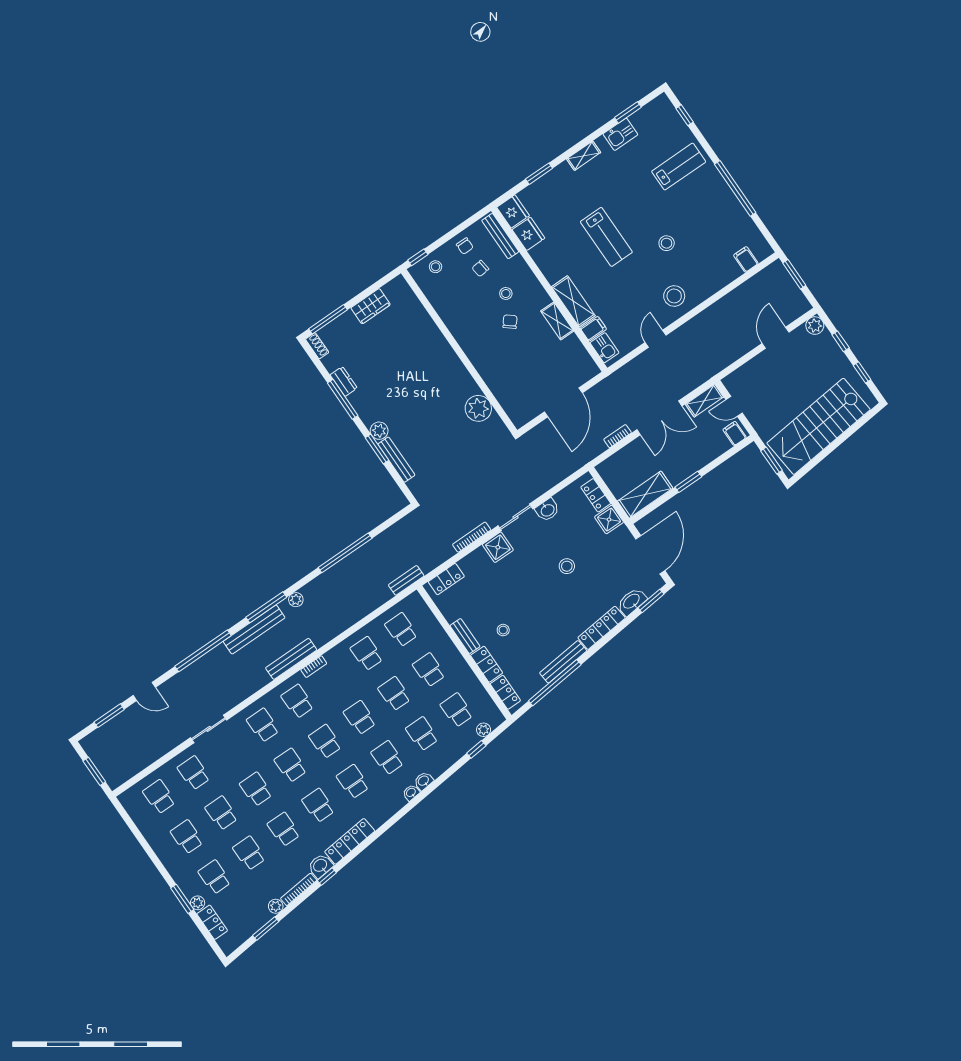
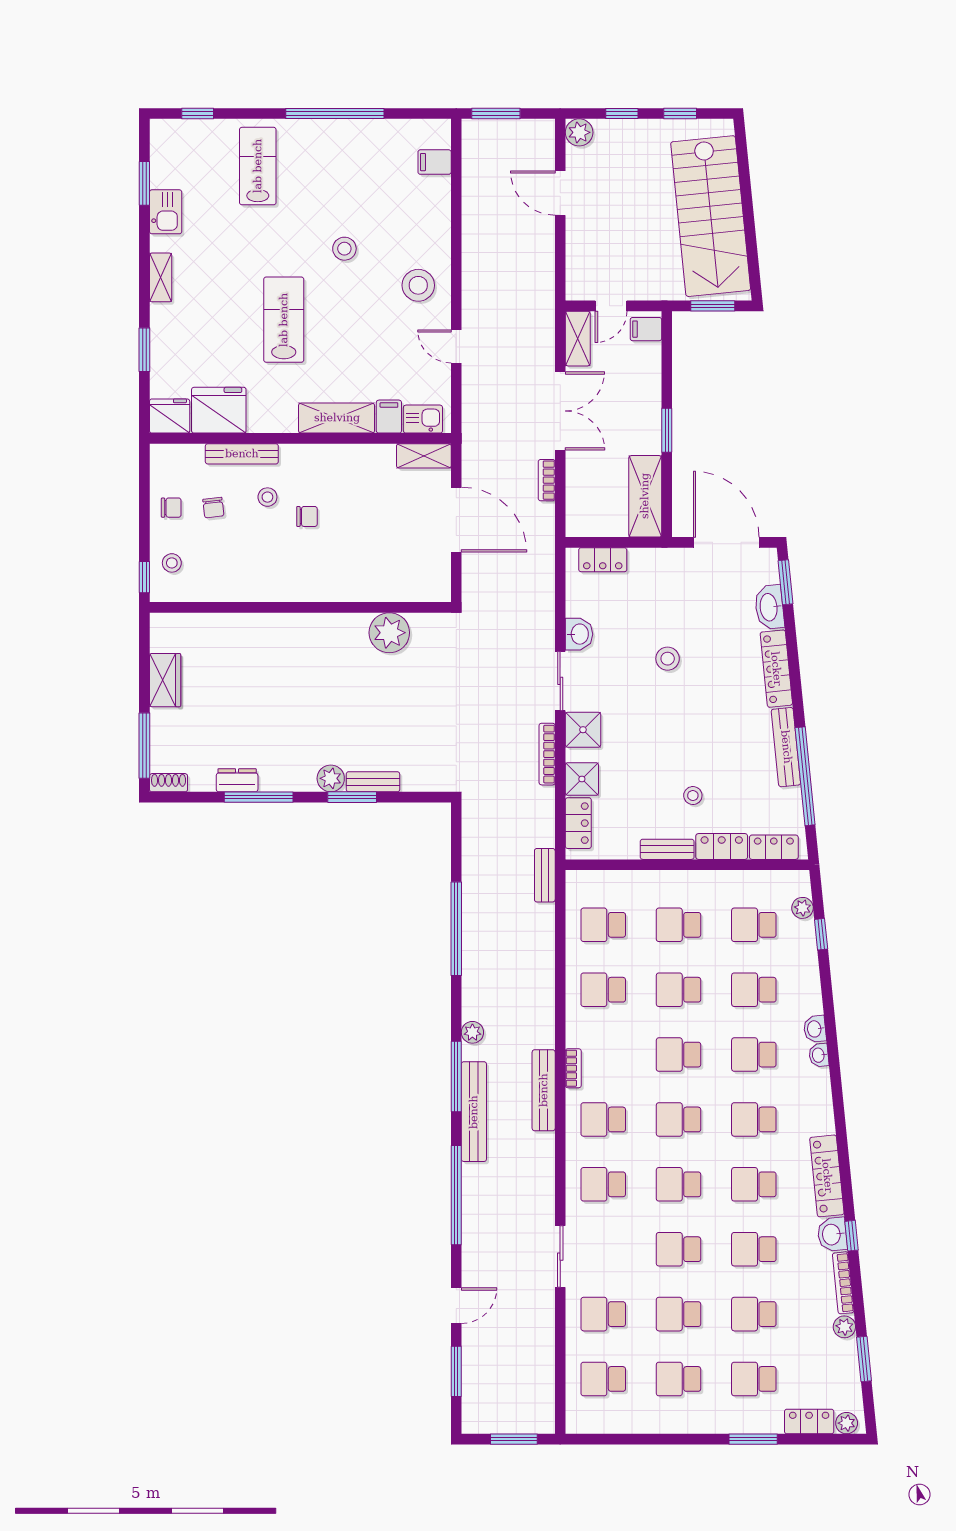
fridge: (528, 234) -> (219, 410), width x1.36, depth x1.34
bench: (500, 236) -> (242, 454), moved
lab bench: (606, 237) -> (284, 320), turned -90
shelving: (557, 321) -> (424, 456), moved
chair: (510, 322) -> (307, 516), turned 141
bench: (396, 460) -> (373, 782), width x0.73
shower: (609, 520) -> (582, 779), moved
plant: (198, 903) -> (847, 1423), moved

